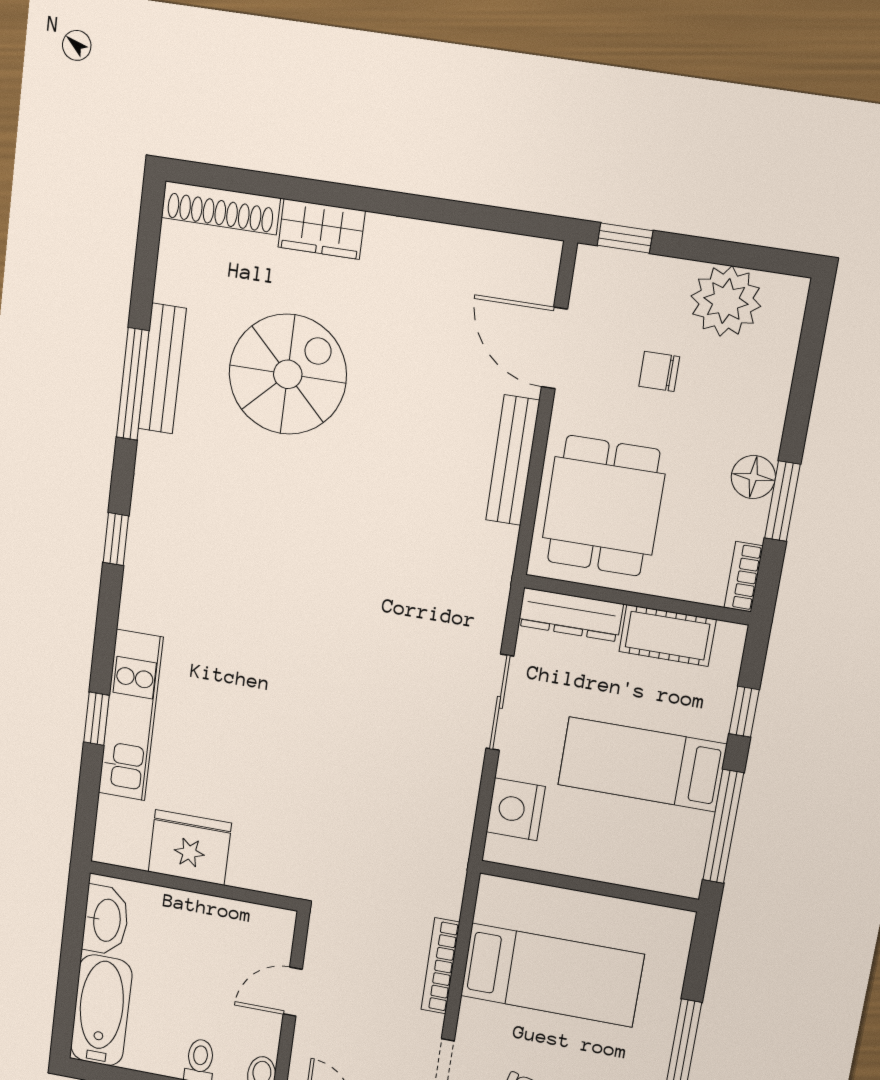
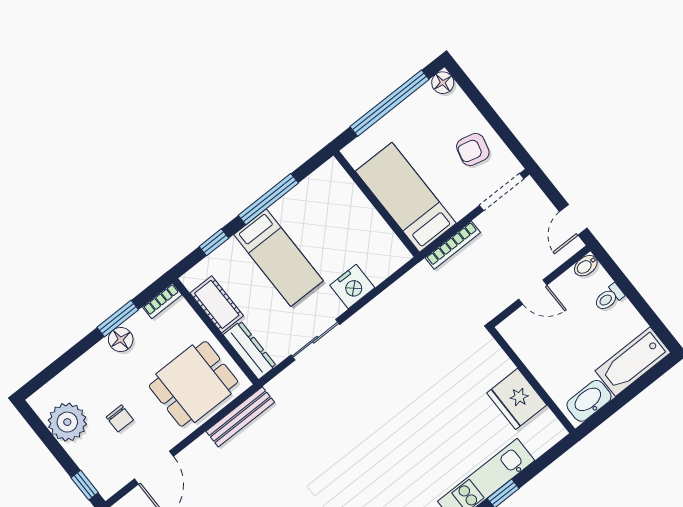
bench: (513, 460) -> (240, 417), moved
wall: (589, 886) -> (377, 204), moved

